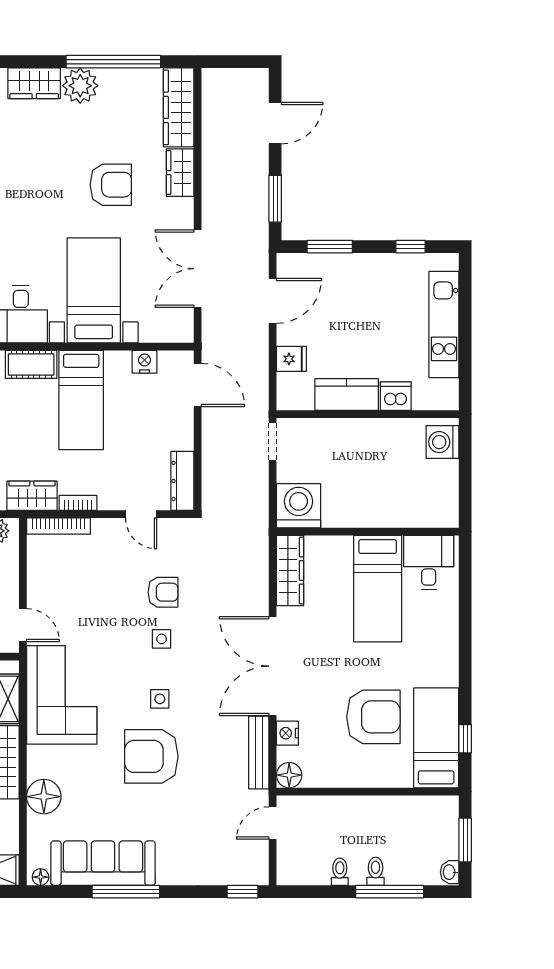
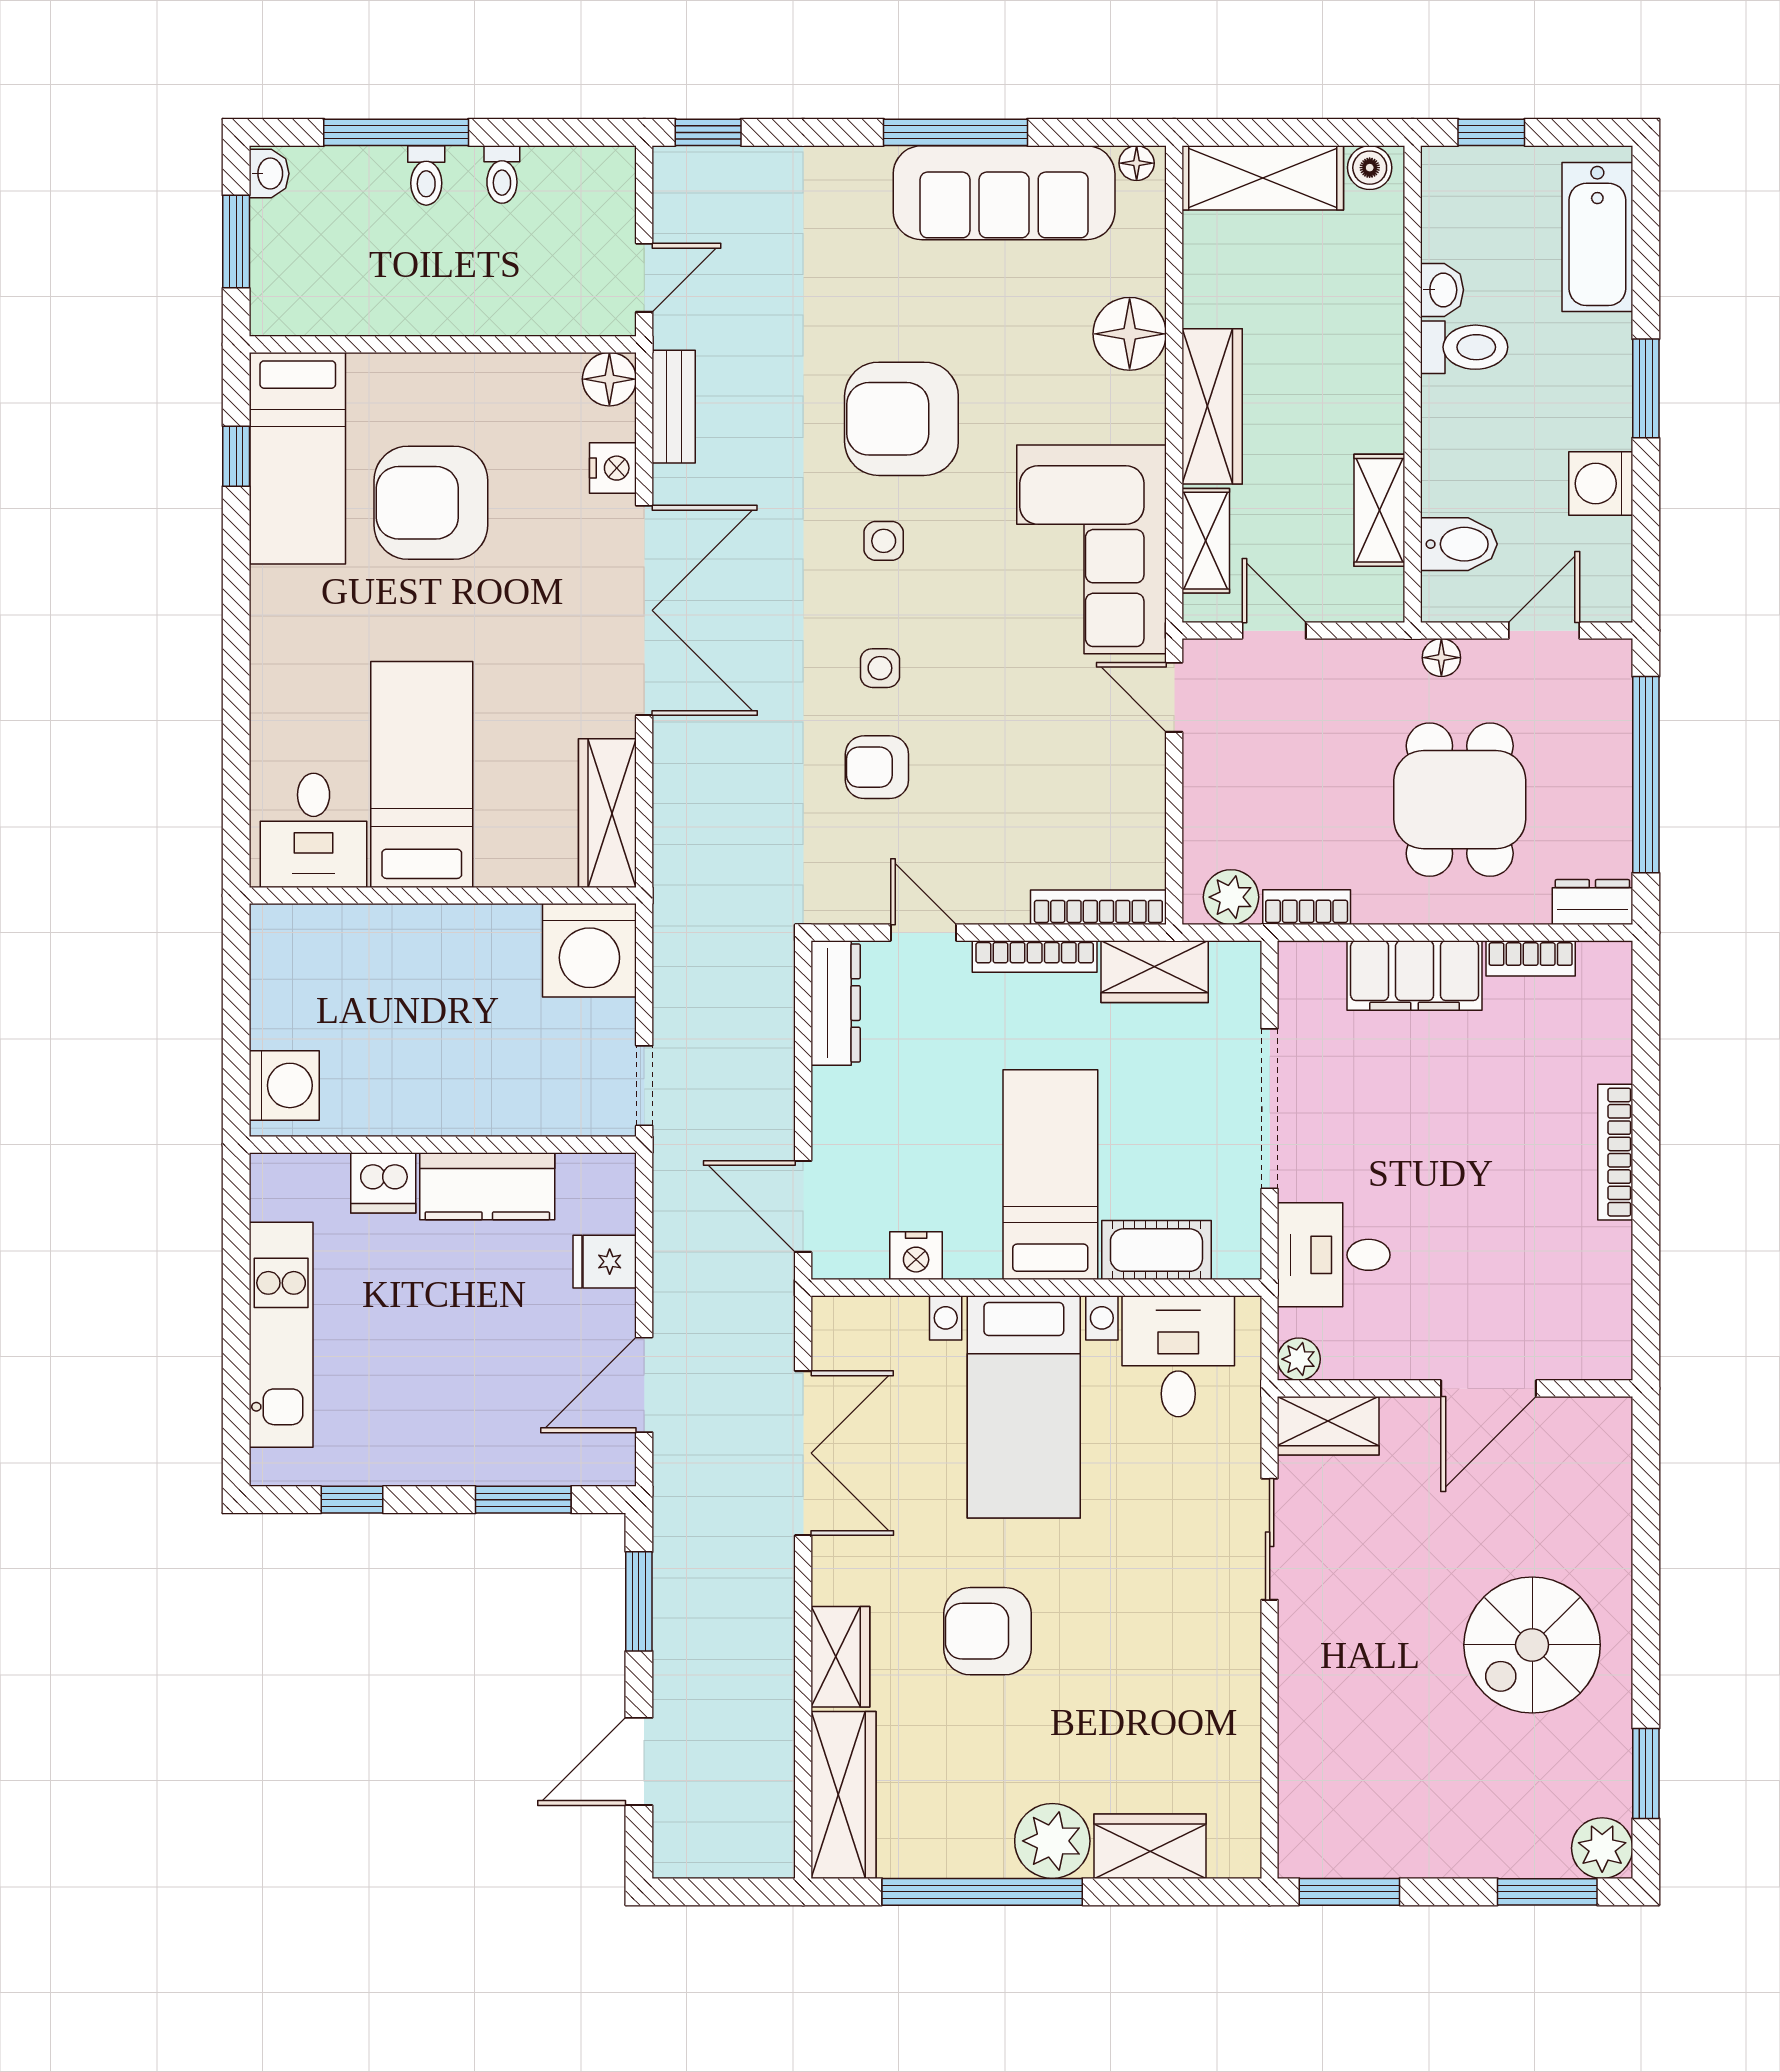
bookcase: (78, 503) -> (1035, 956), width x1.56
bench: (259, 752) -> (674, 407), width x0.73
armchair: (151, 756) -> (901, 419), turned 180

